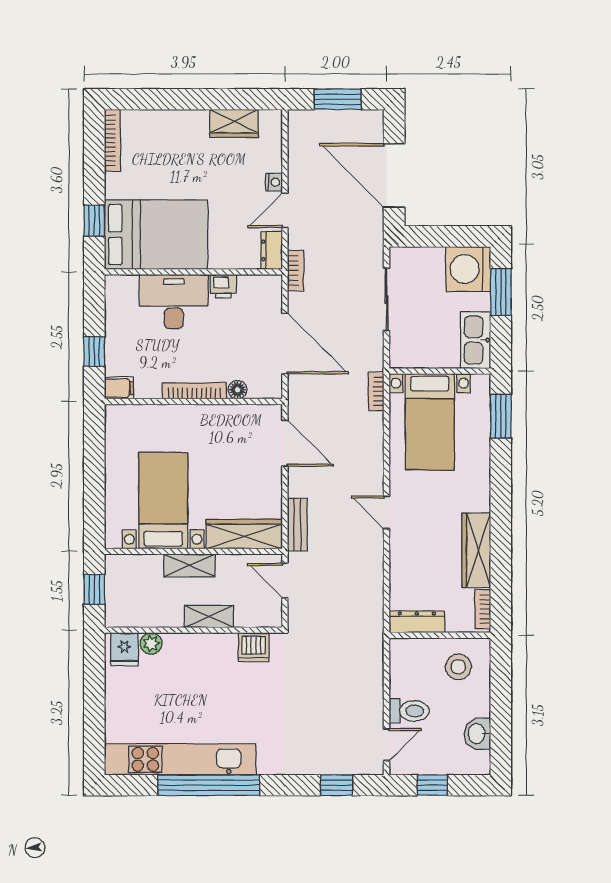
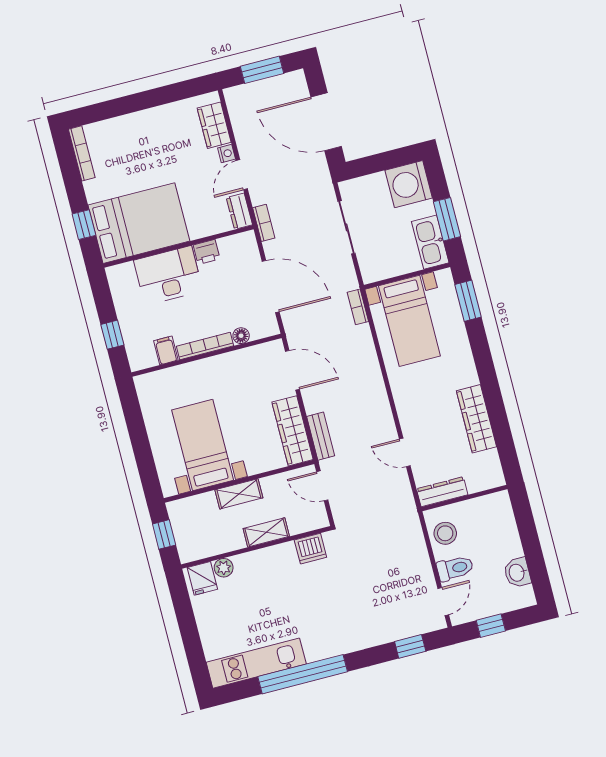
wardrobe: (234, 123) -> (214, 125), moved, turned 90
window: (501, 292) -> (447, 219), moved
filing cabinet: (119, 388) -> (166, 350), moved, turned -90
door: (386, 512) -> (405, 452), moved
wardrobe: (244, 534) -> (293, 431), moved, turned -90
bookcase: (483, 609) -> (495, 467), removed
stool: (458, 667) -> (445, 533), moved
kitchen unit: (180, 759) -> (256, 663), width x0.73

